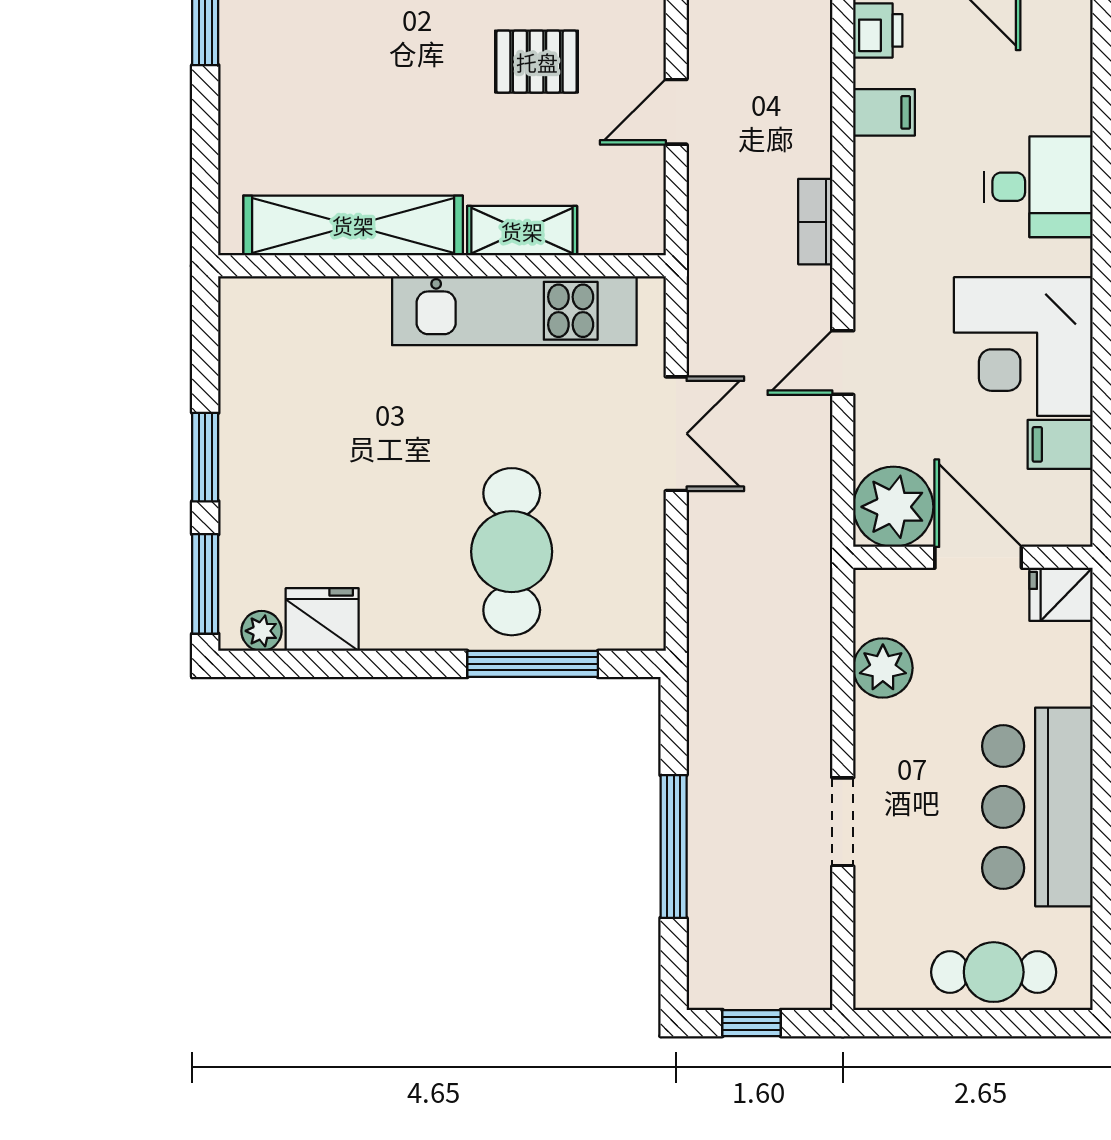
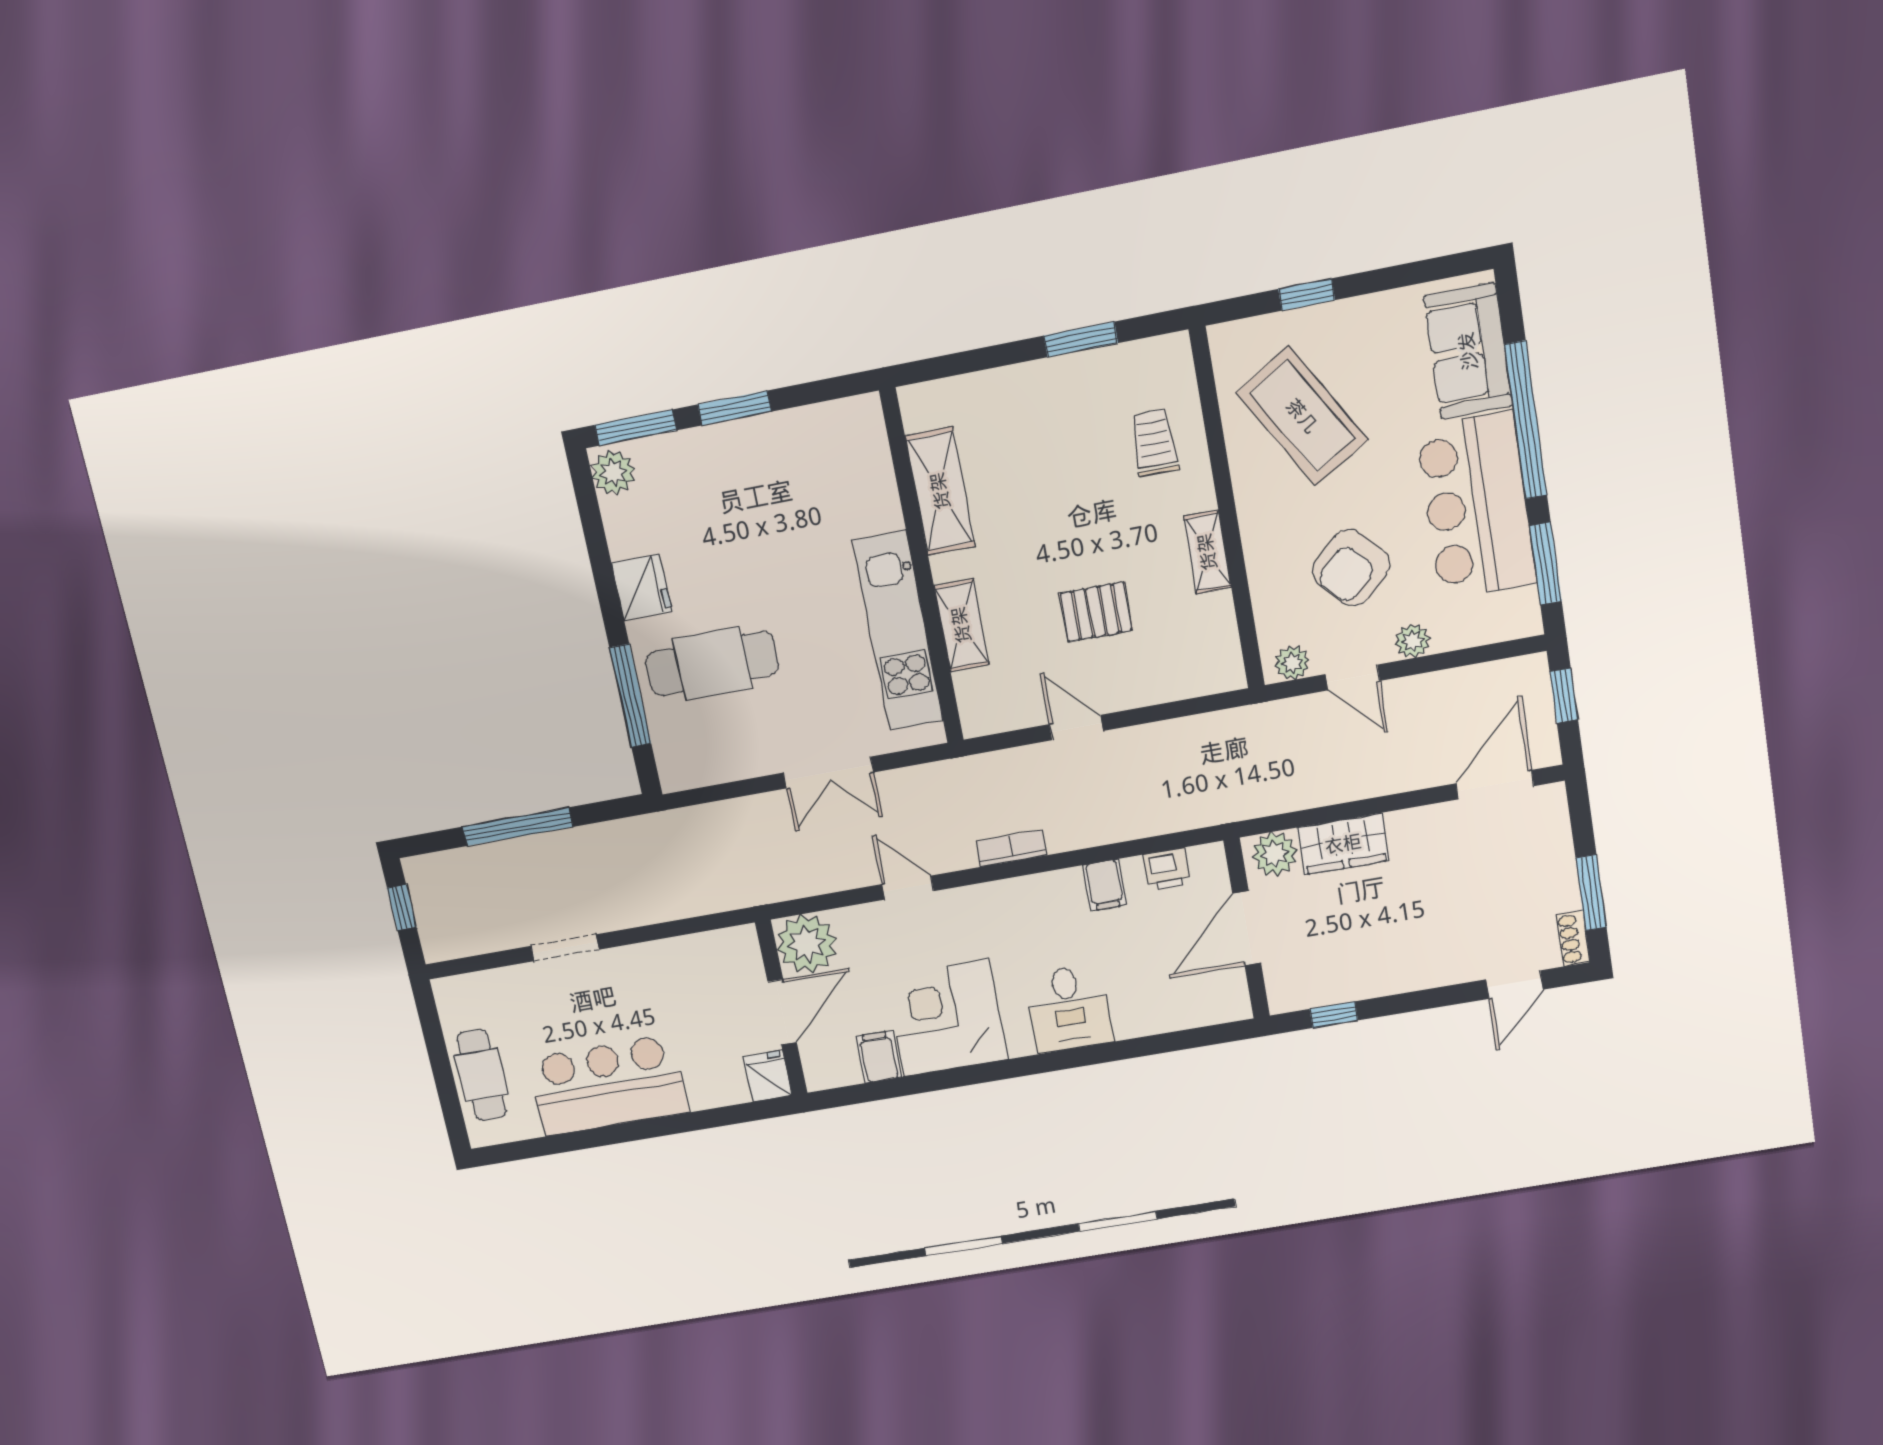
pallet: (537, 62) -> (1096, 612), turned 90
shelving: (353, 225) -> (940, 491), width x0.68
fridge: (322, 620) -> (642, 587), moved
plant: (262, 631) -> (613, 473), width x1.38, depth x1.38
plant: (883, 668) -> (685, 957), removed

